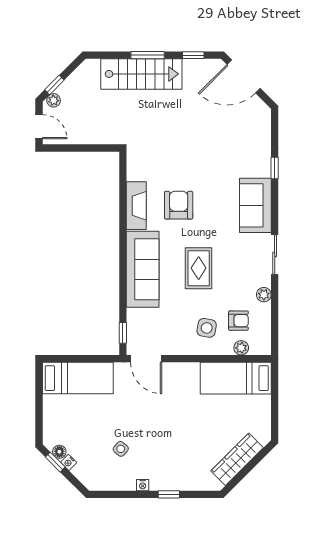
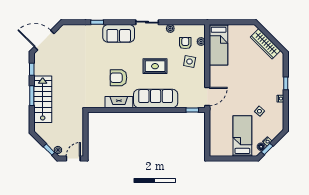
door: (244, 76) -> (44, 40), swing flipped
bed: (78, 378) -> (242, 136), moved

